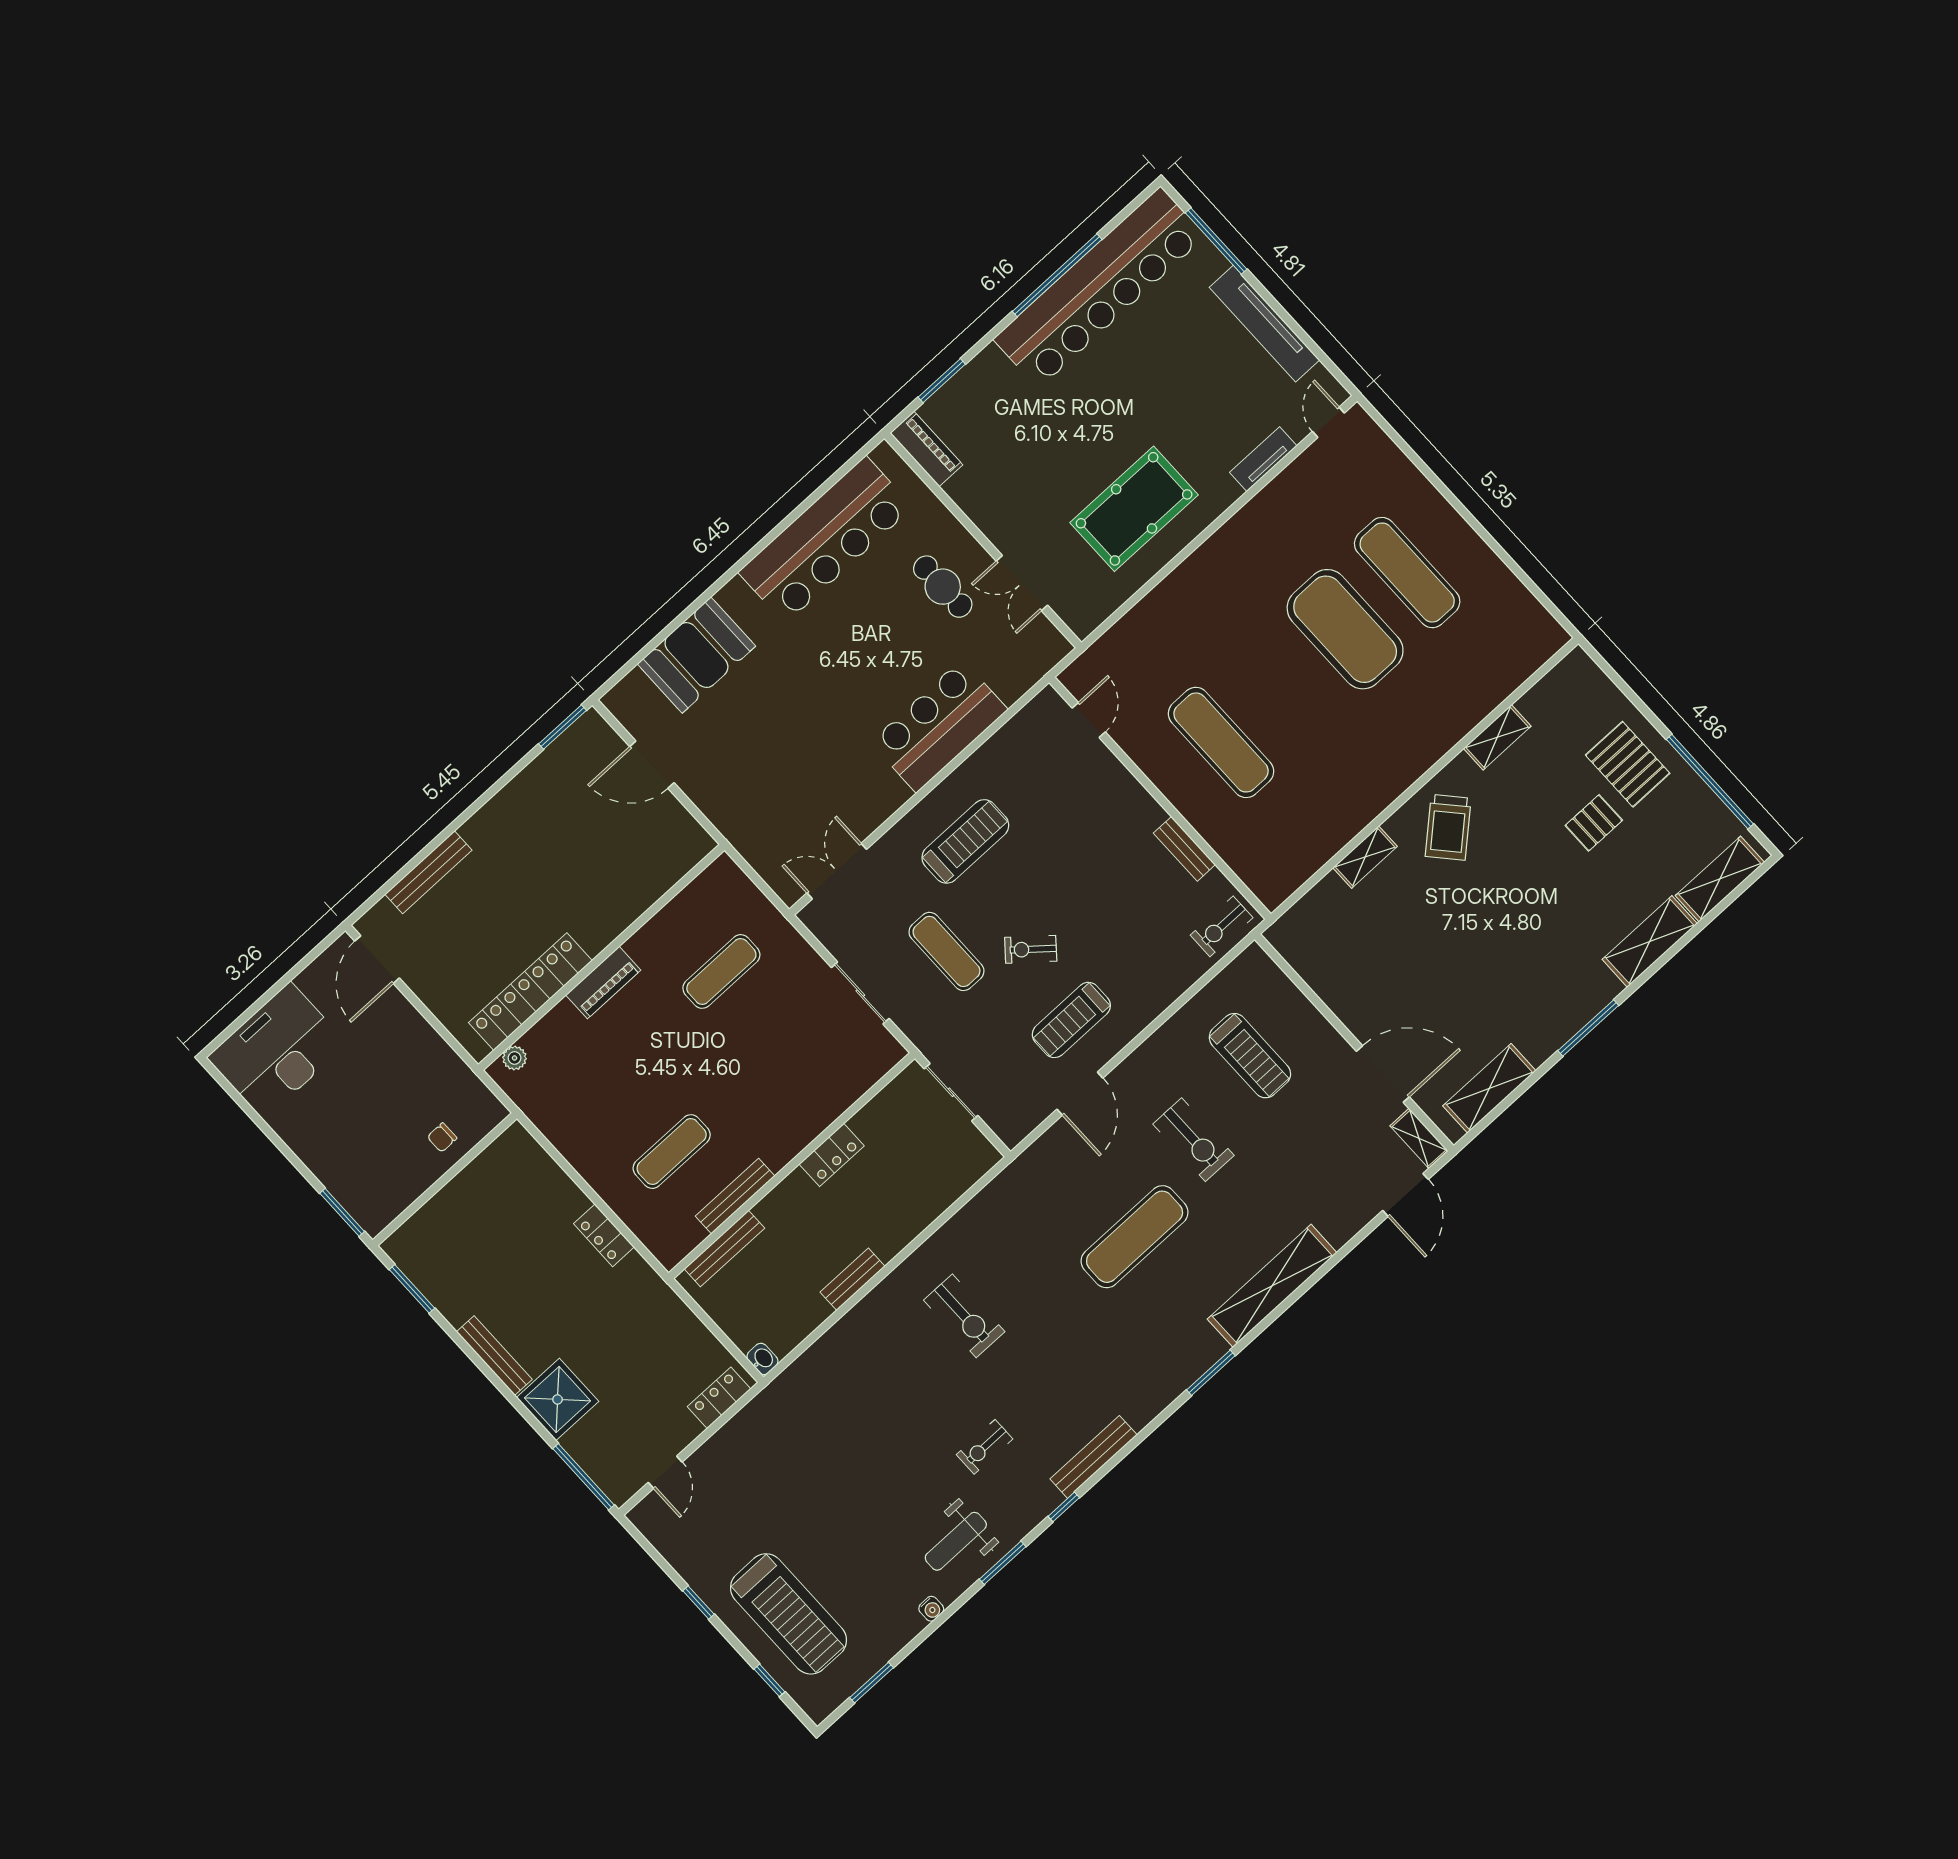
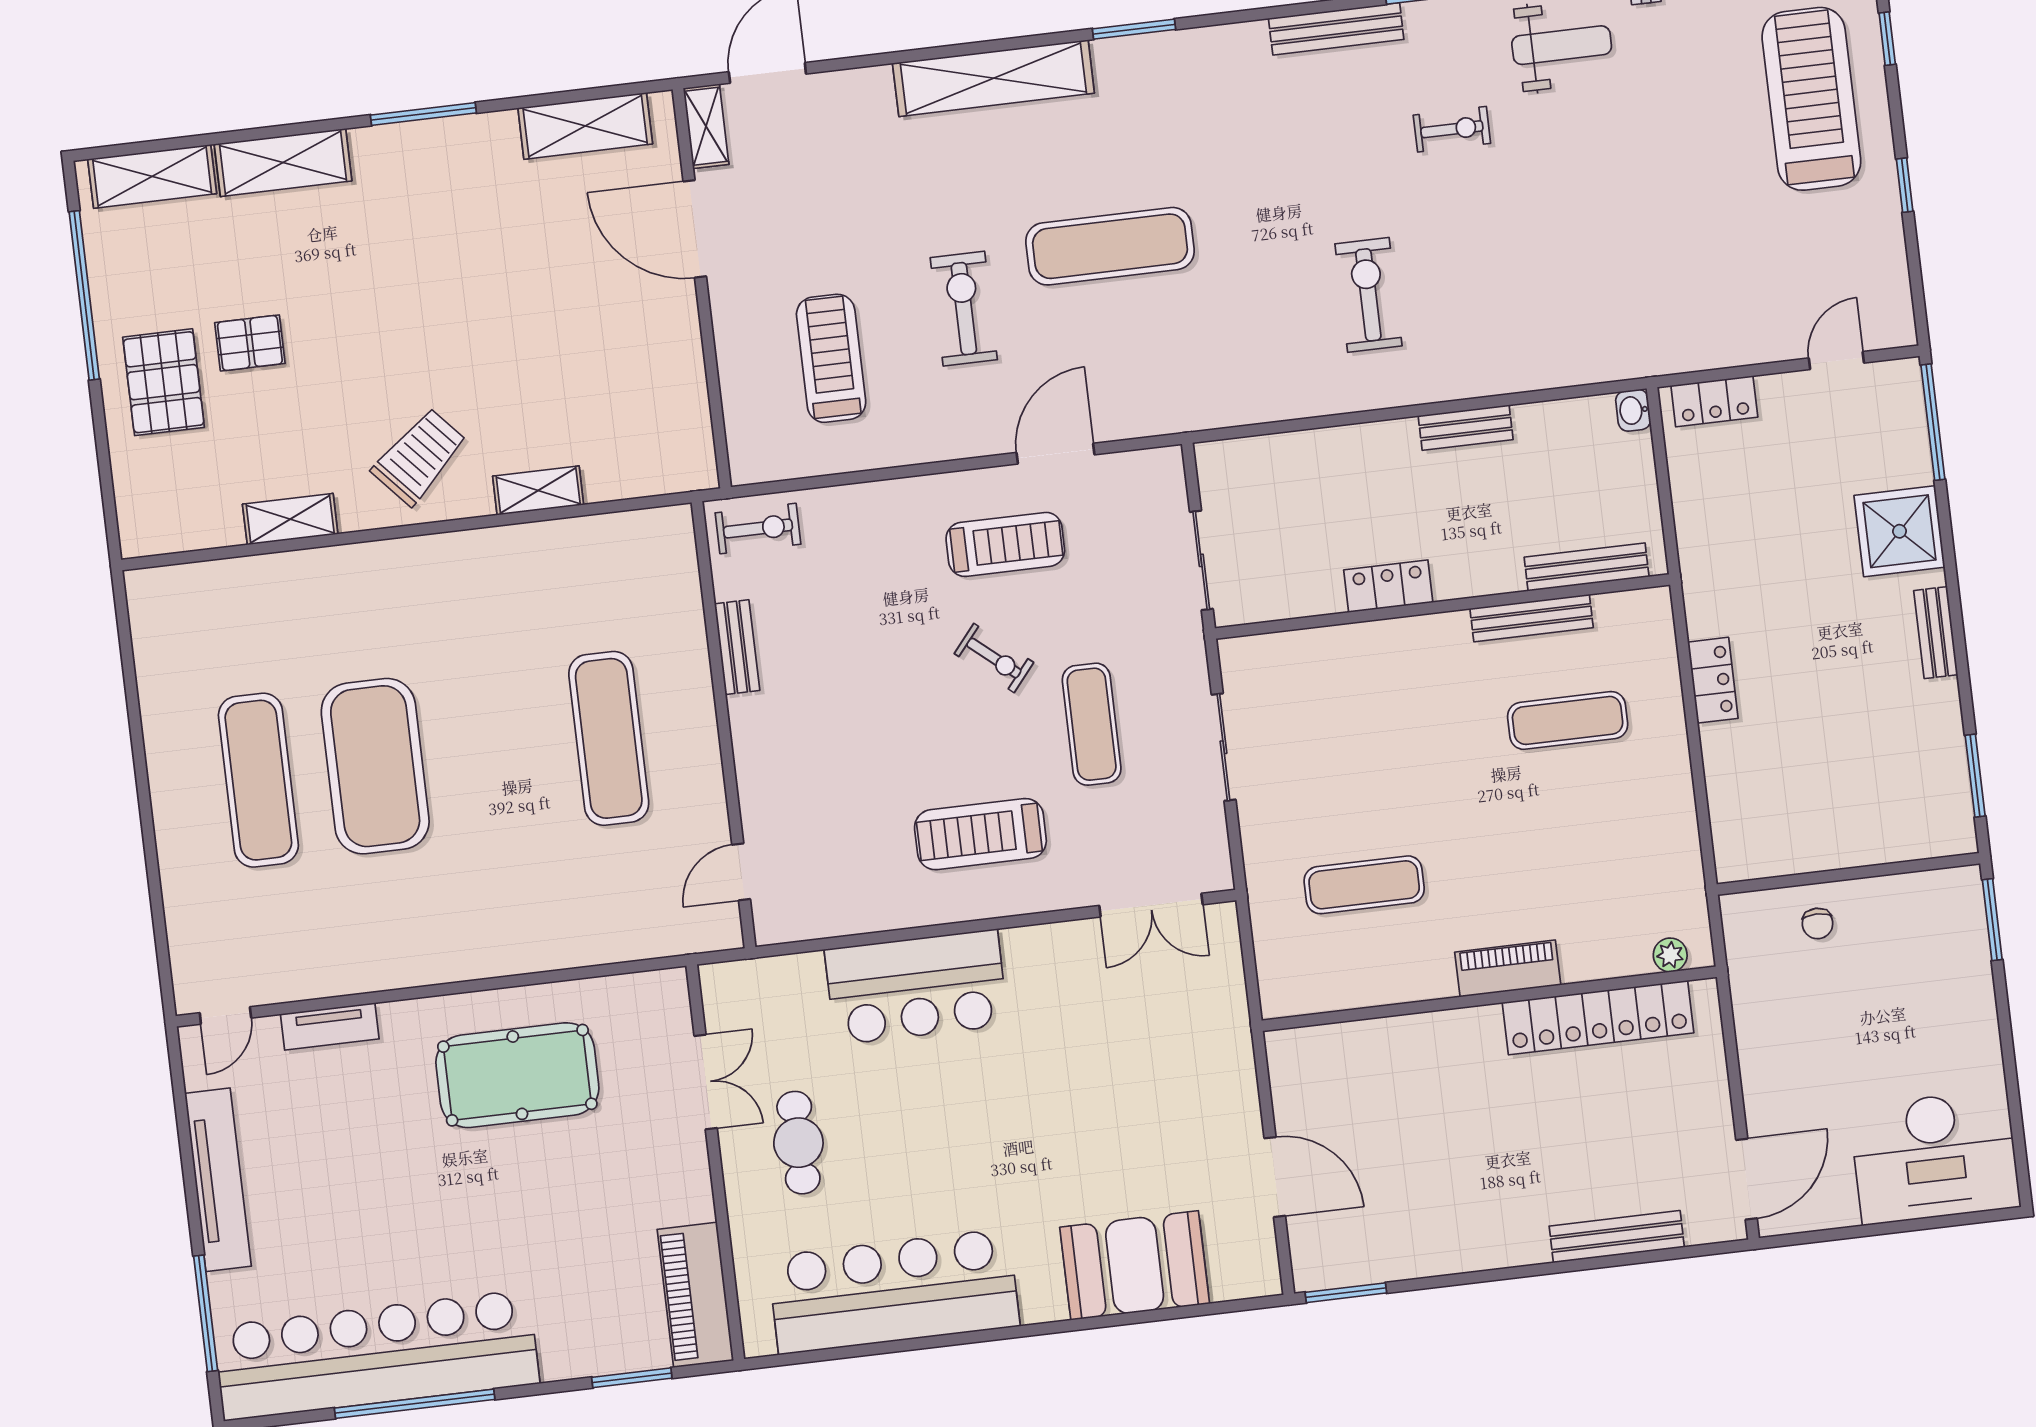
piano: (926, 449) -> (695, 1295), width x1.37, depth x1.33
chair: (442, 1138) -> (1817, 924), turned 90
bench: (494, 1356) -> (1936, 633), width x0.73

